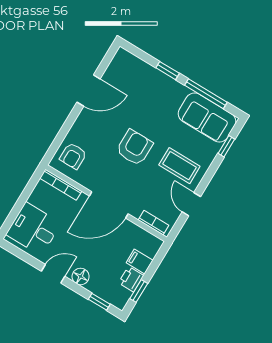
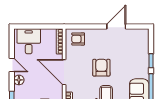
door: (89, 90) -> (116, 27), swing flipped
armchair: (134, 148) -> (101, 68), turned -90

